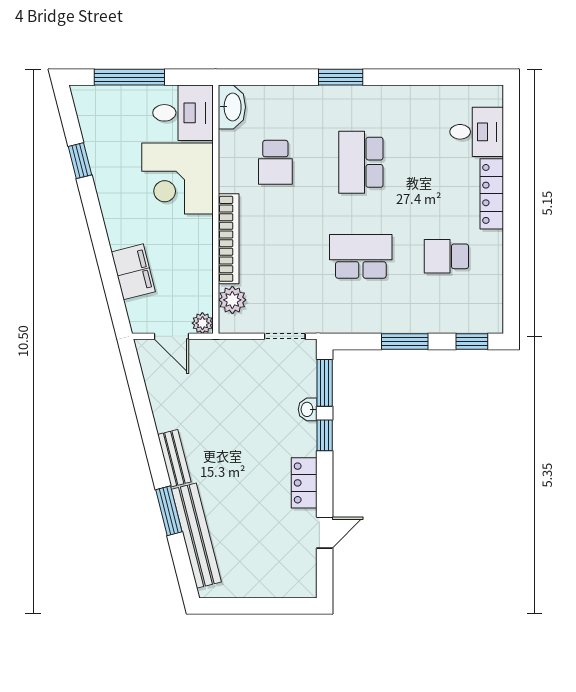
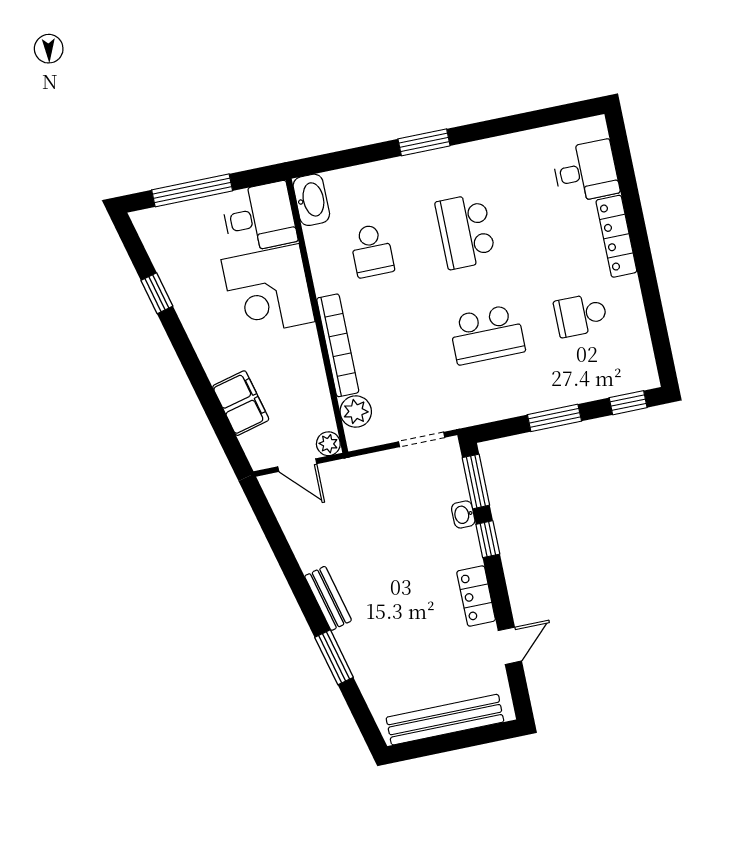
school desk: (361, 256) -> (487, 334), turned 180
bench: (196, 536) -> (445, 720), moved, turned -76

